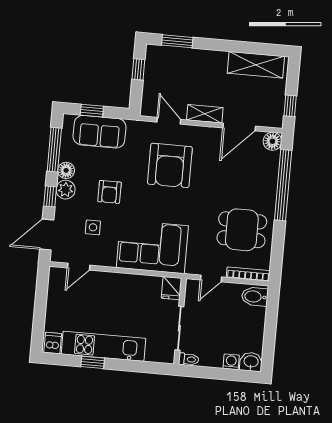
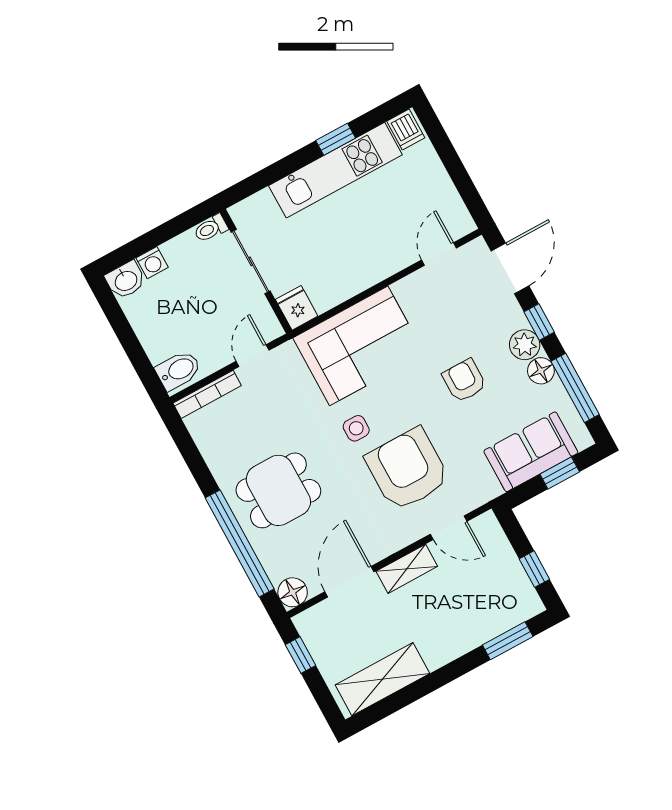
side table: (93, 227) -> (356, 428), moved
dining table: (242, 230) -> (278, 490), moved

